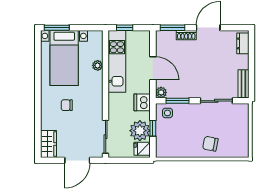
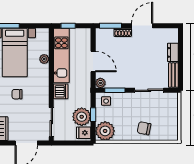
dresser: (243, 43) -> (173, 52), moved
dishwasher: (142, 102) -> (61, 91), moved, turned 180
plant: (166, 147) -> (105, 131), added

